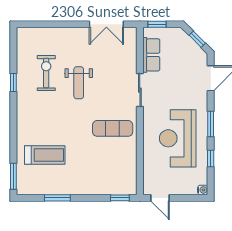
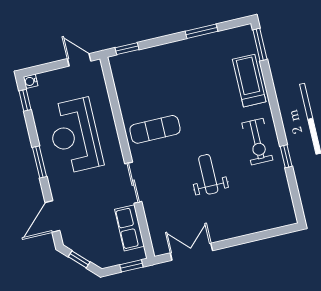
exercise bike: (46, 73) -> (257, 142), moved
reception desk: (178, 138) -> (75, 136), turned 180
treadmill: (45, 155) -> (249, 81), moved, turned 90
window: (211, 159) -> (25, 100), moved

